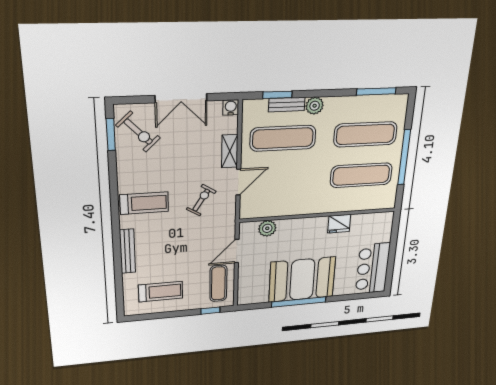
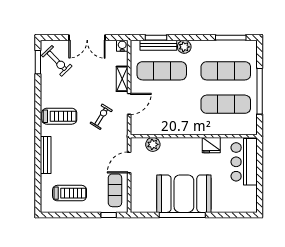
bench: (287, 105) -> (158, 45), width x1.36
bar counter: (373, 268) -> (244, 162), moved

